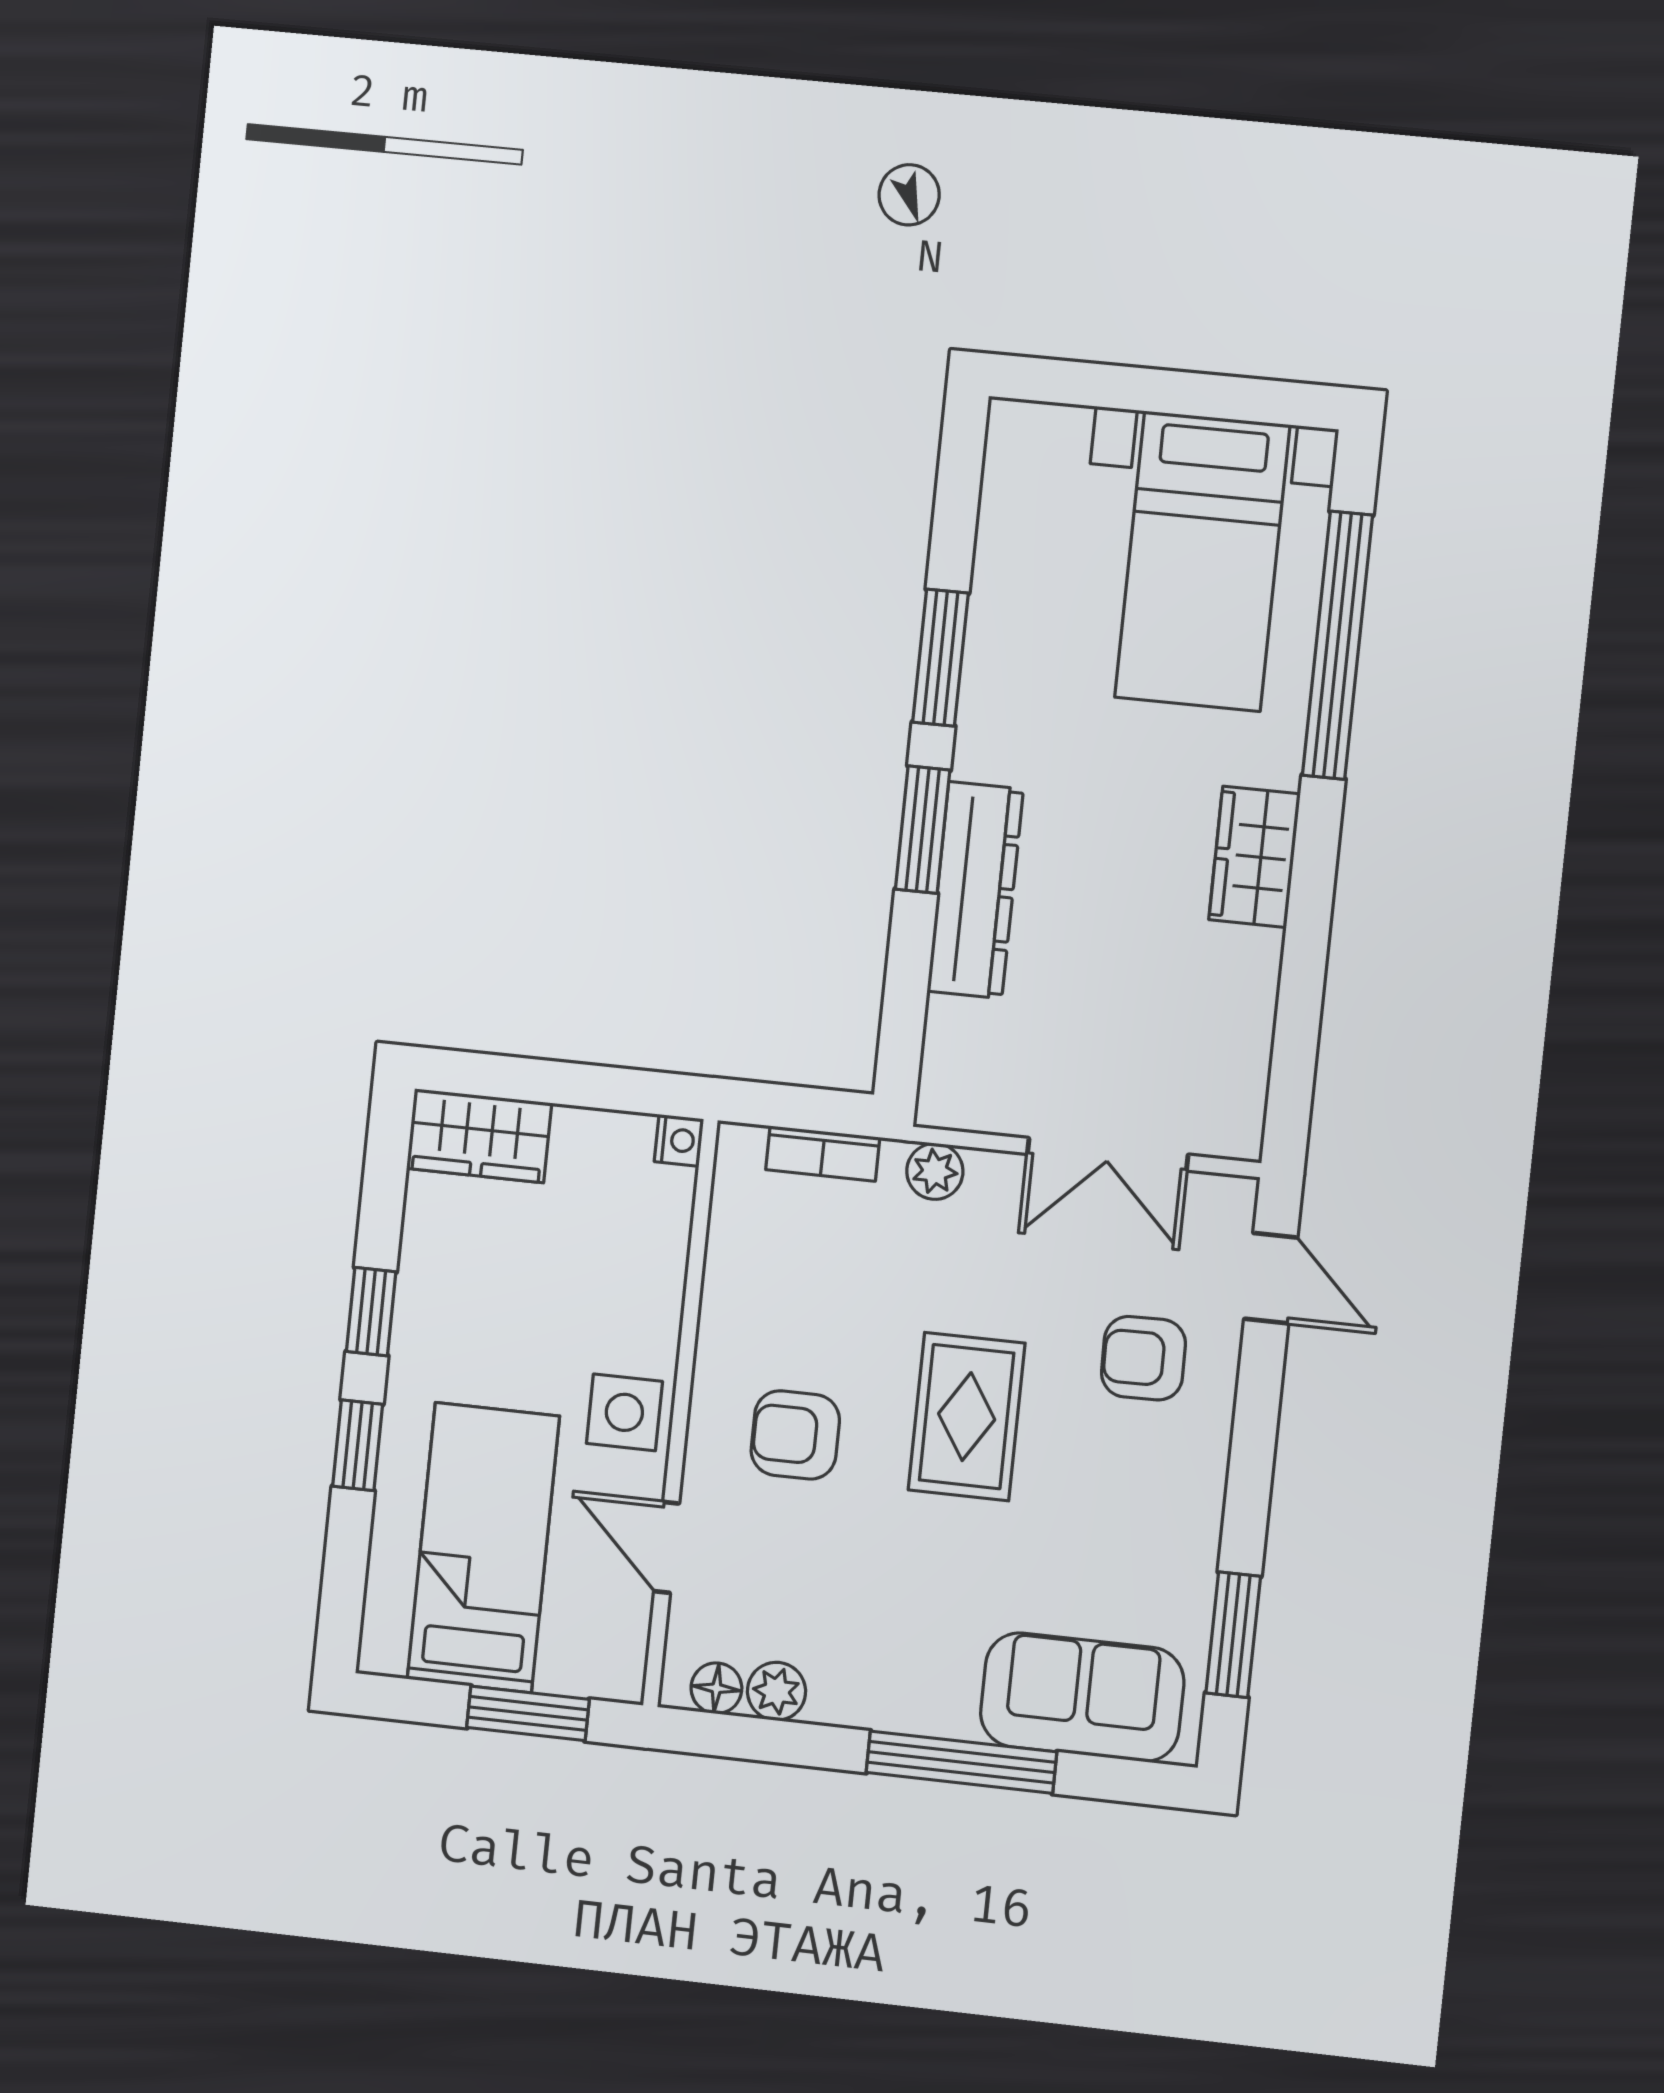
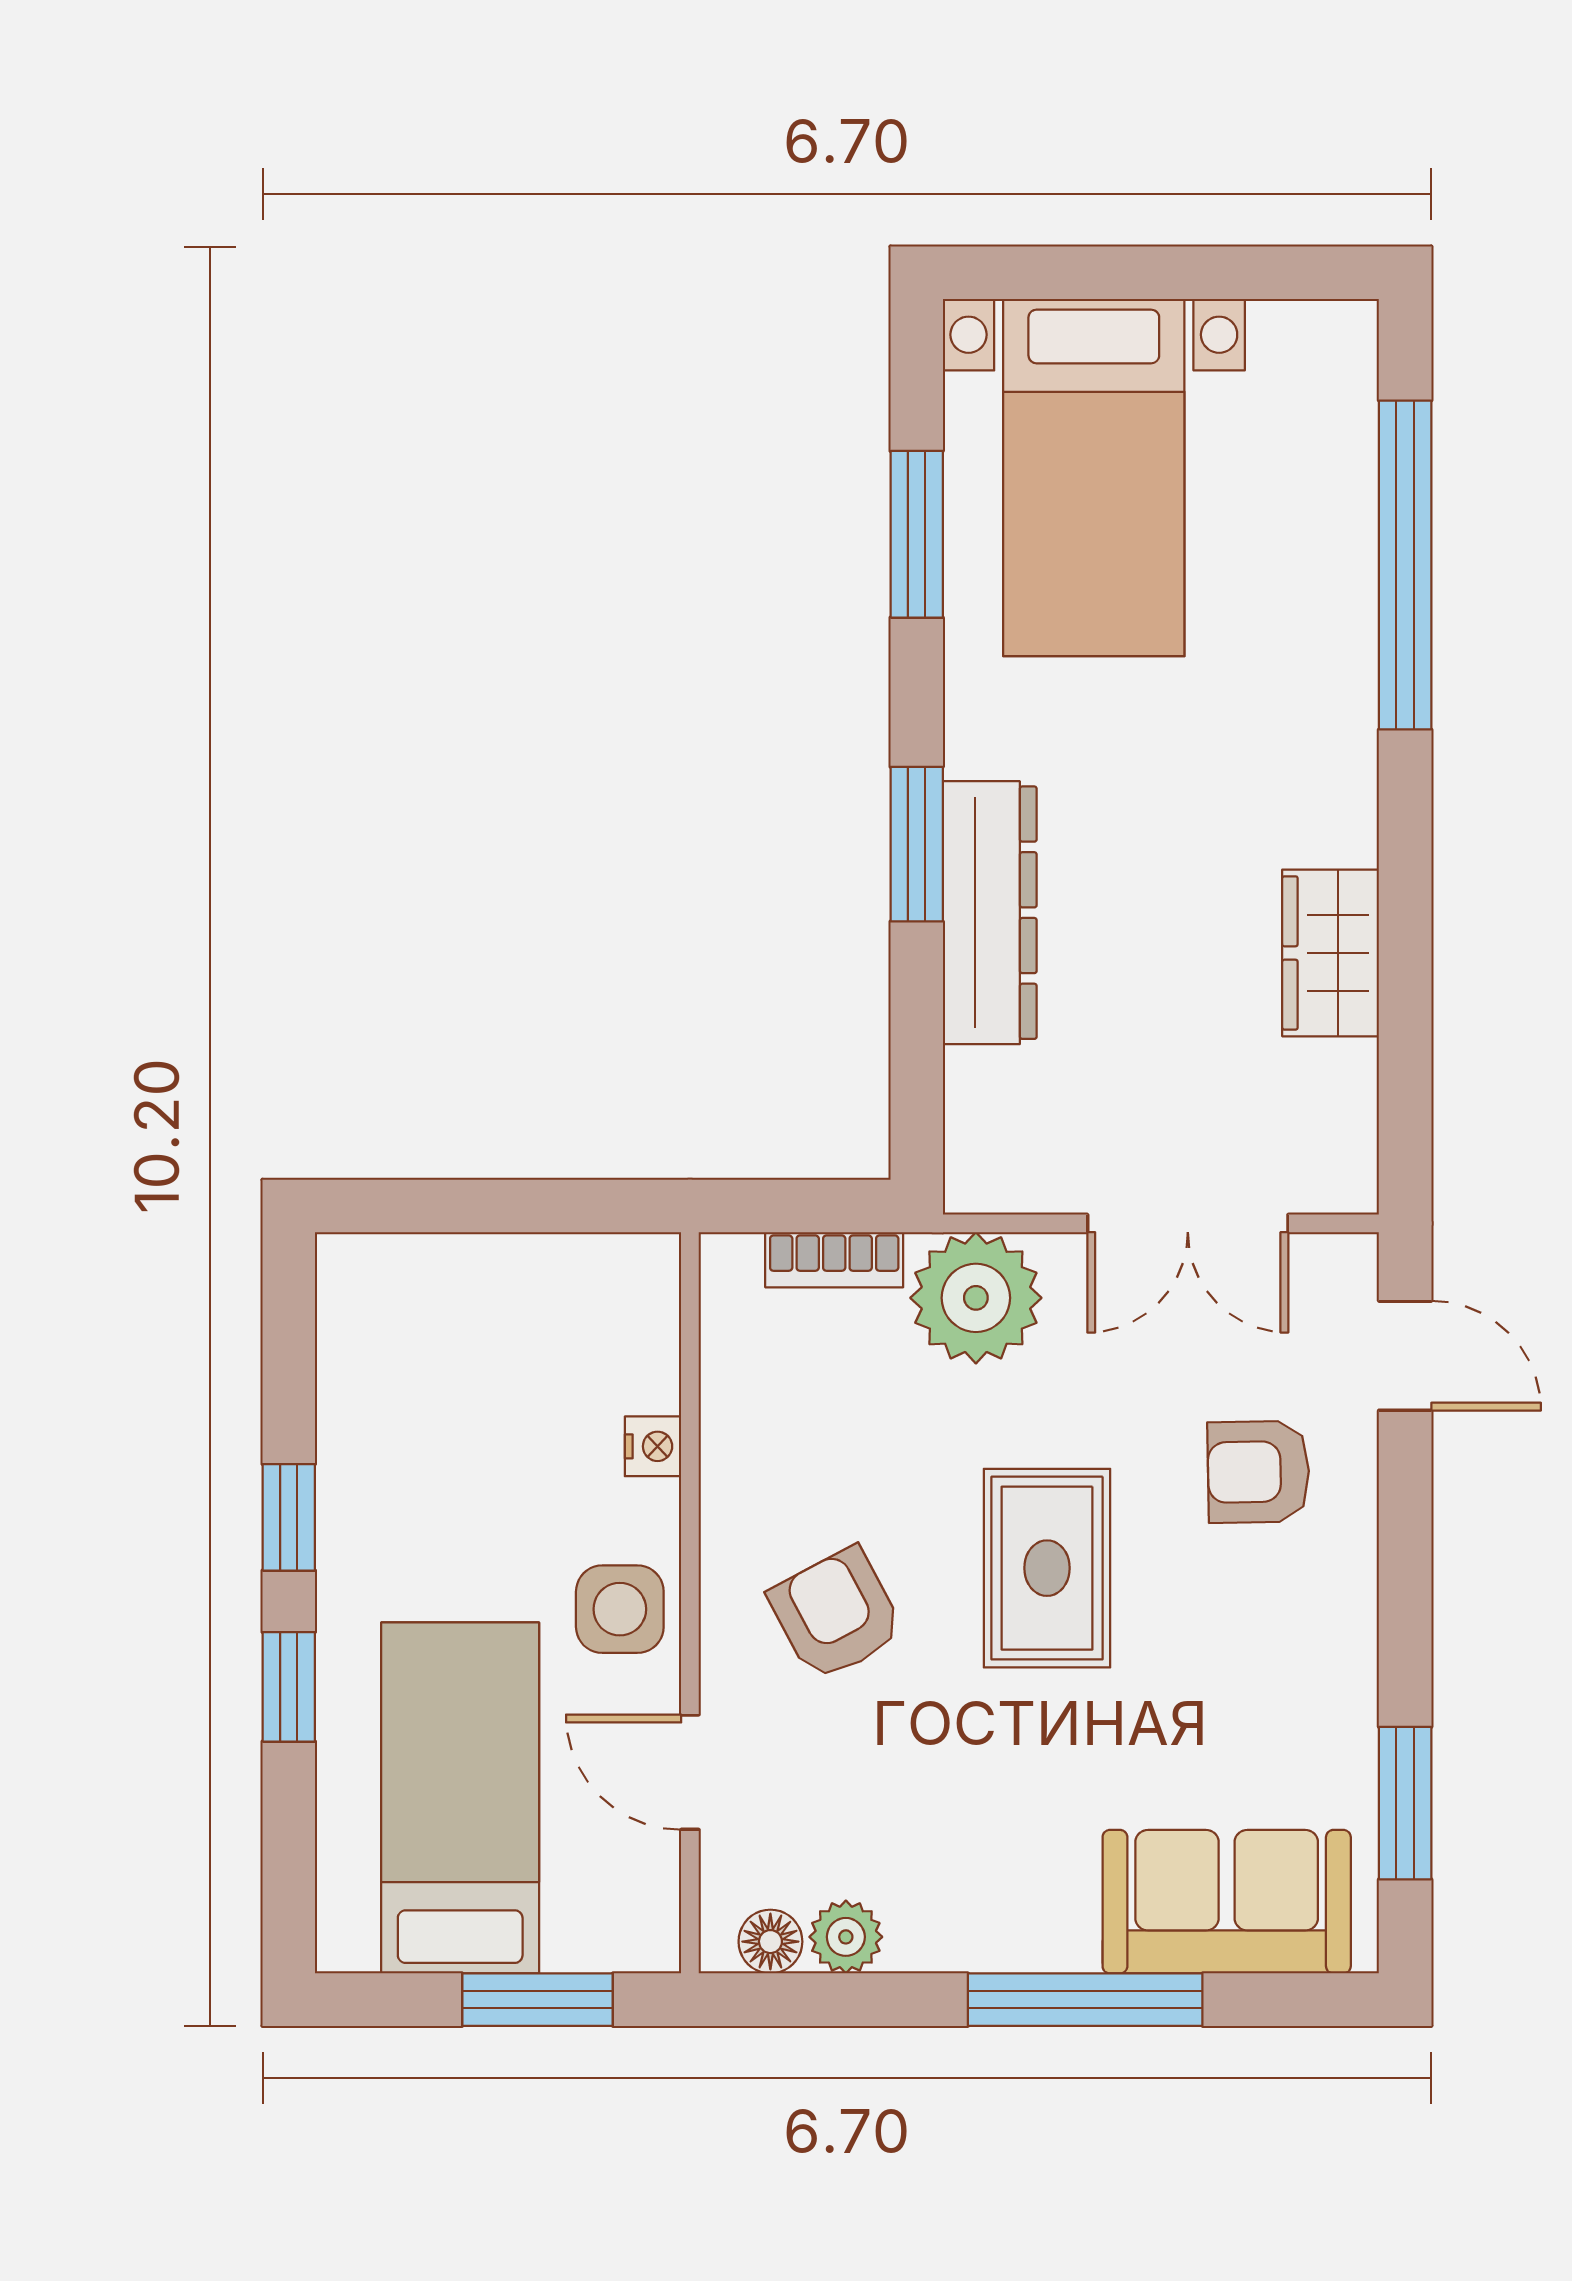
bed with nightstands: (1202, 561) -> (1094, 478), moved
window: (940, 658) -> (917, 534), moved
wardrobe: (1255, 857) -> (1331, 953), moved
wardrobe: (479, 1136) -> (402, 1283), removed
nightstand: (679, 1140) -> (653, 1446), moved
plant: (935, 1171) -> (976, 1298), width x1.88, depth x1.88
armchair: (795, 1435) -> (836, 1614), turned 62

